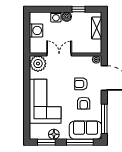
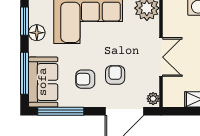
double door: (59, 54) -> (161, 57), moved

